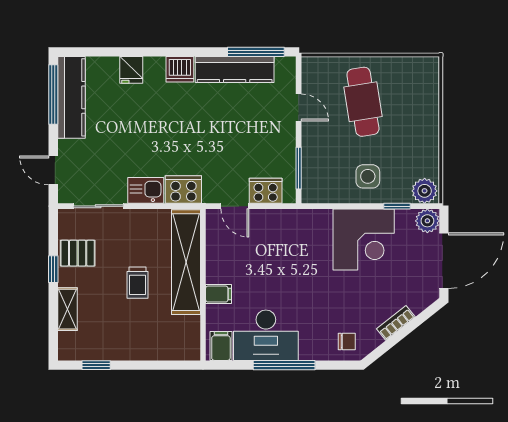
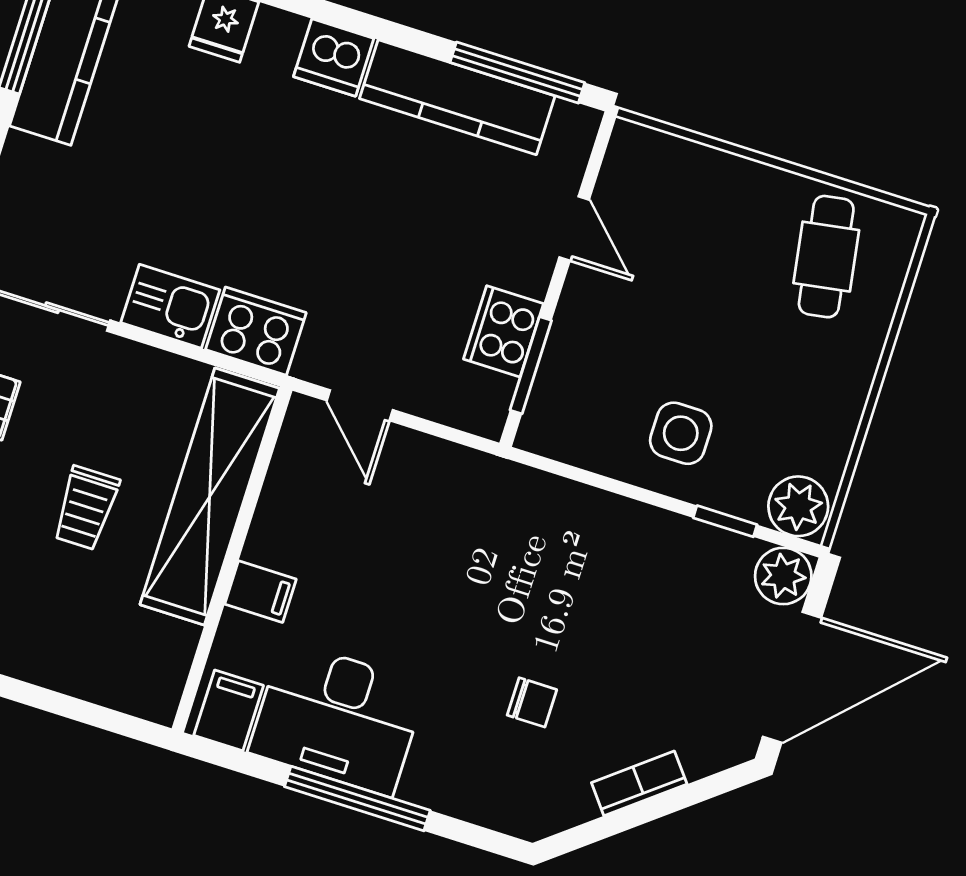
cafe table: (363, 102) -> (826, 257), moved, width x0.73, depth x0.74
cooker: (266, 191) -> (503, 331), moved, turned -90
corner desk: (364, 239) -> (626, 572), removed
chair: (347, 342) -> (532, 702), moved

